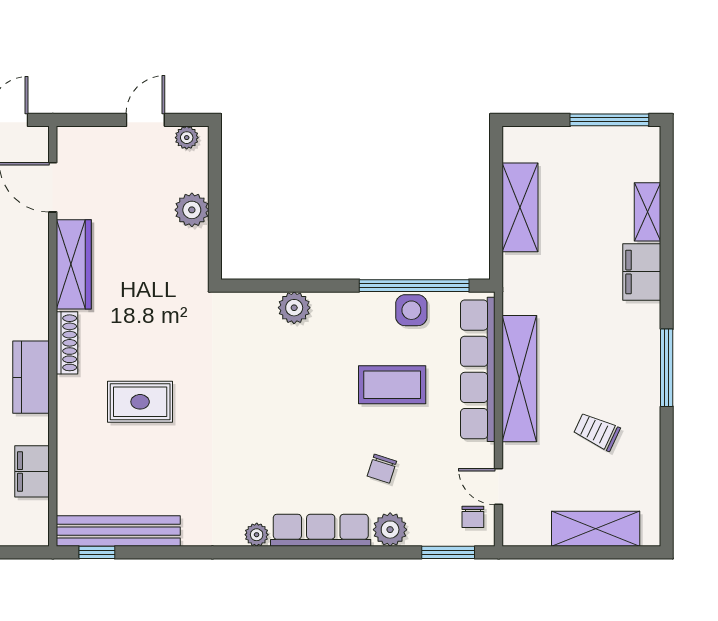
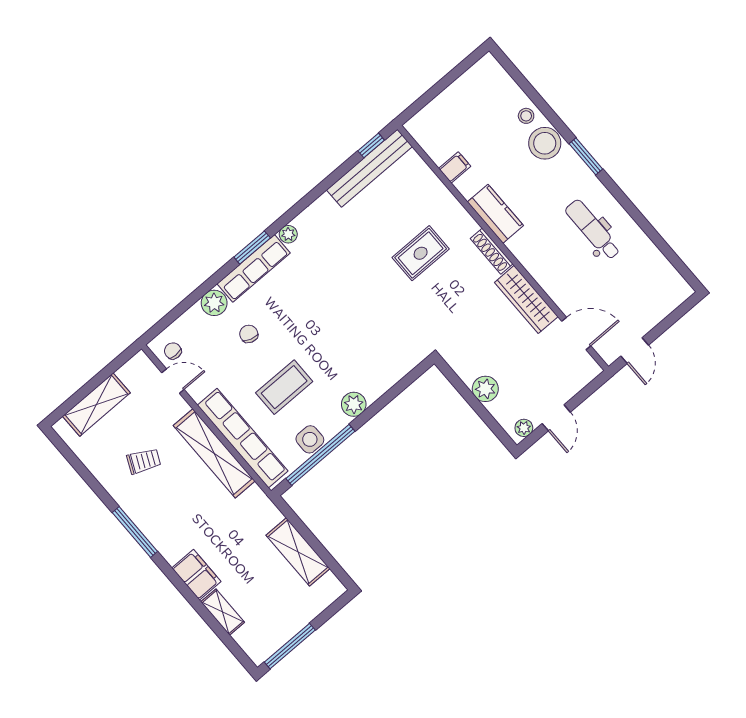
plant: (294, 308) -> (354, 404), moved
filing cabinet: (32, 471) -> (455, 167), width x0.50
window: (448, 552) -> (252, 248), moved

